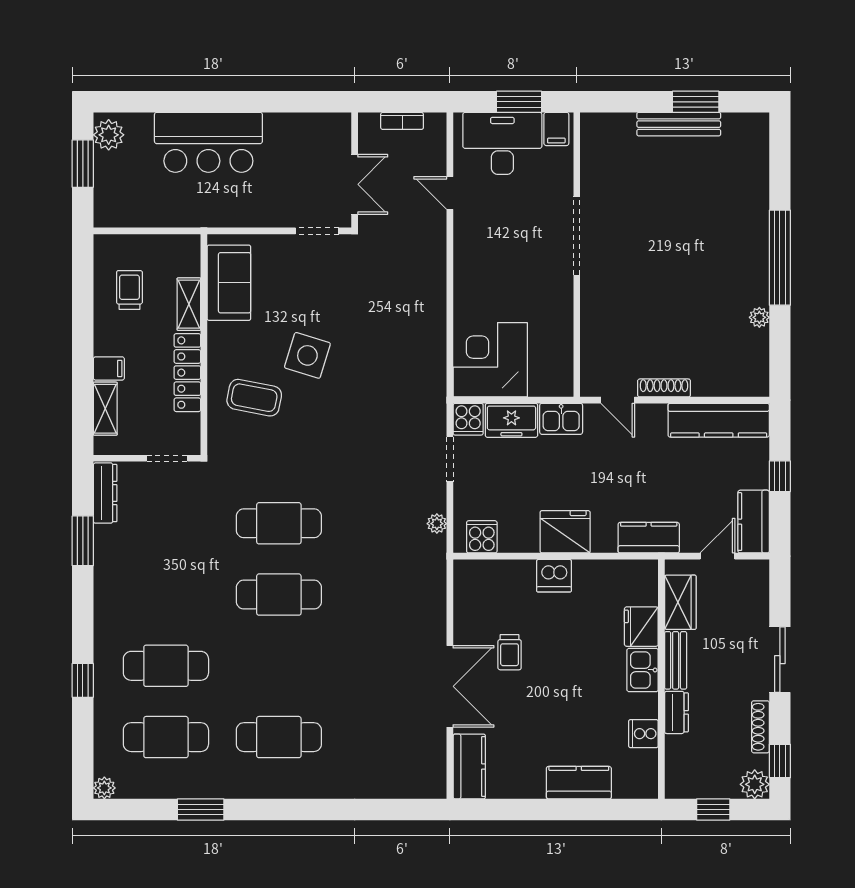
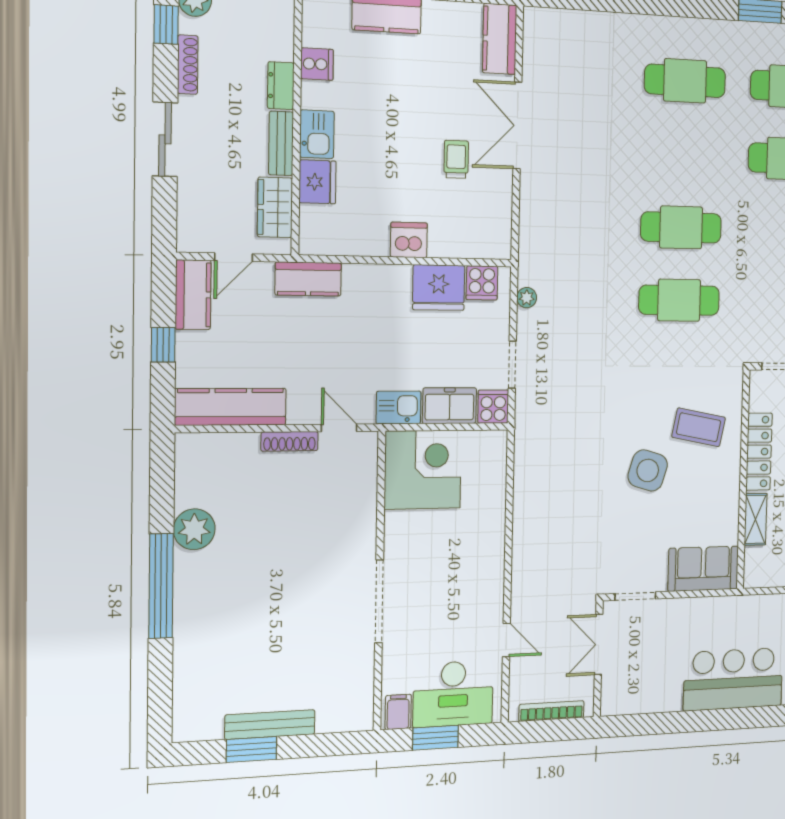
bookcase: (402, 121) -> (551, 711), width x1.56
sofa: (229, 283) -> (703, 569), moved, turned 90
plant: (759, 317) -> (194, 529), width x1.87, depth x1.87
corner desk: (490, 360) -> (423, 470), moved, turned -90
fridge: (565, 532) -> (439, 288), moved

